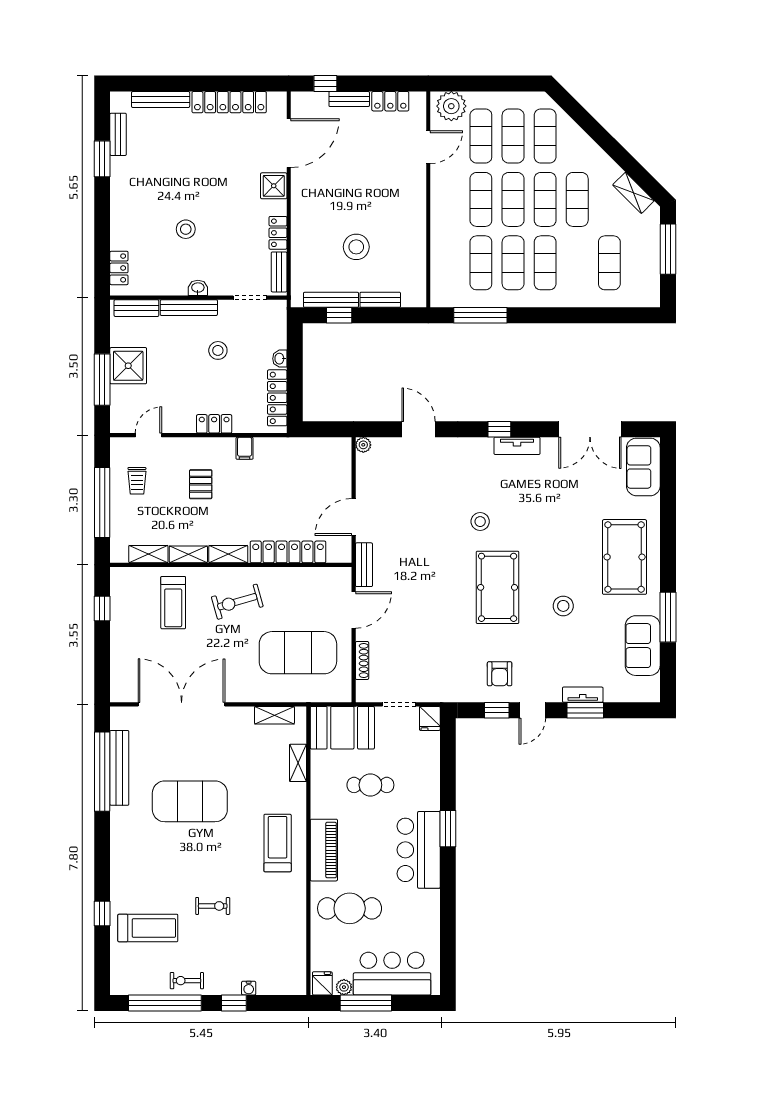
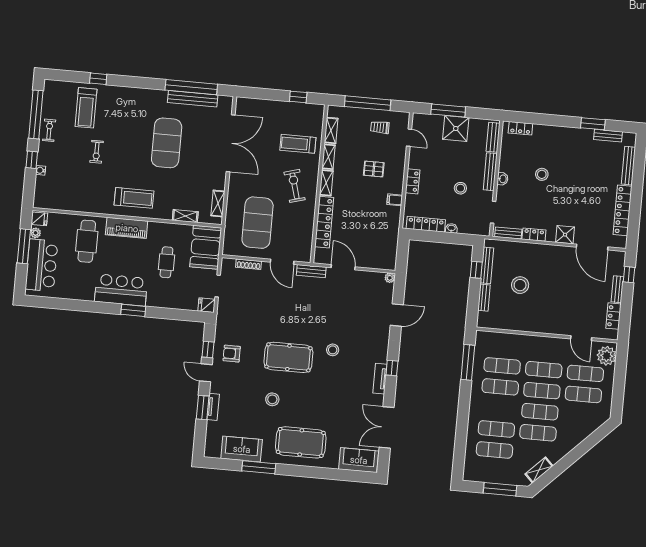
exercise mat: (545, 136) -> (581, 415), removed
exercise mat: (545, 263) -> (496, 429), moved

